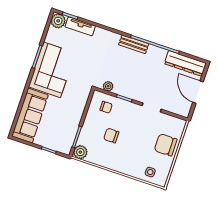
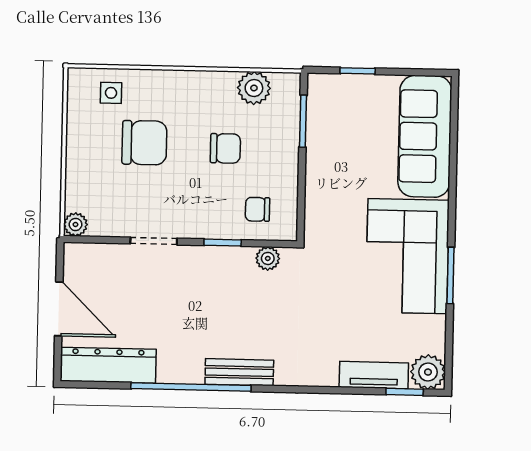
plant: (181, 124) -> (75, 224), added
chair: (166, 145) -> (144, 143), moved
plant: (80, 152) -> (254, 88), moved

